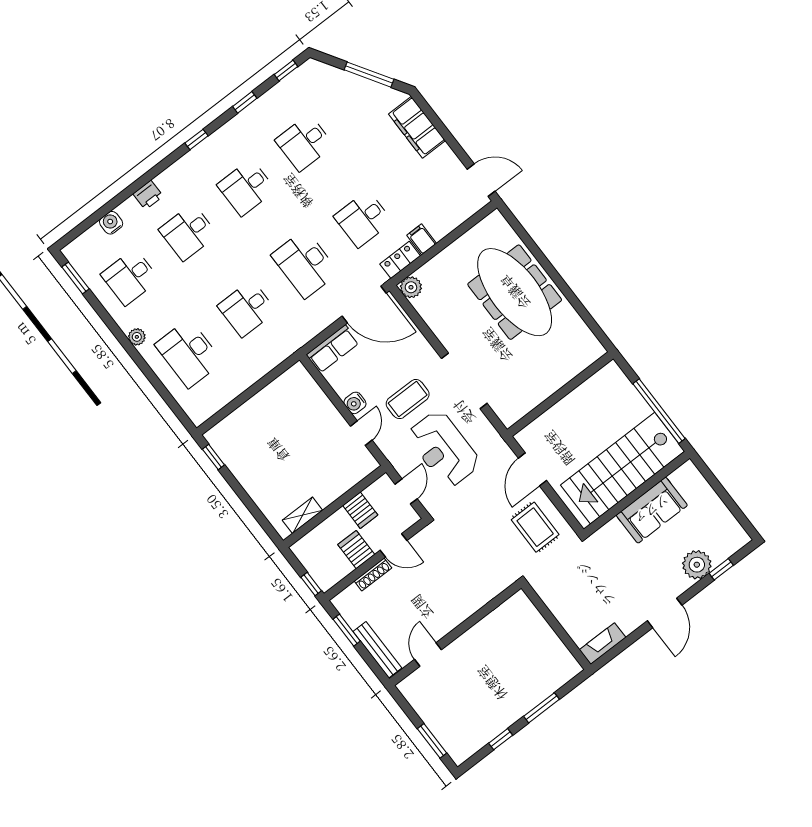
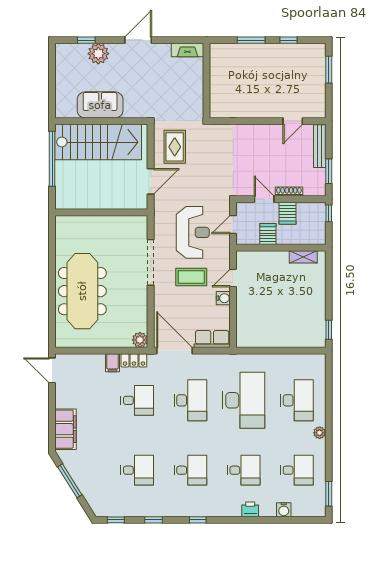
desk: (247, 308) -> (244, 400), width x1.87, depth x1.30

